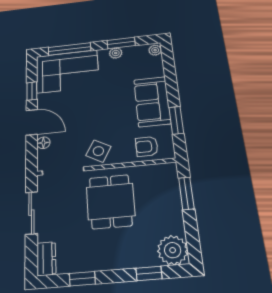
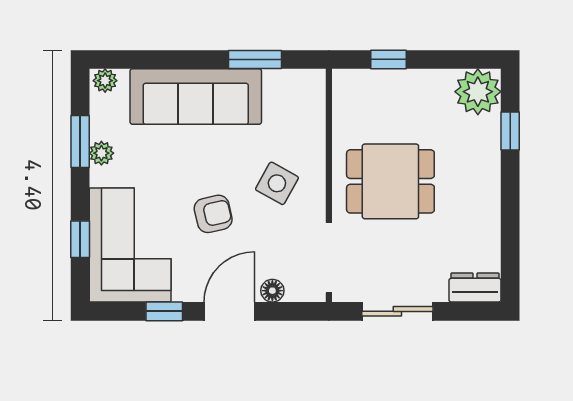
window: (69, 49) -> (80, 239), width x0.46
sofa: (152, 102) -> (196, 97), width x1.36
armchair: (147, 146) -> (213, 214), moved, turned -103
side table: (98, 151) -> (277, 183), moved
window: (186, 193) -> (388, 59), width x0.67
window: (82, 279) -> (510, 232), removed

